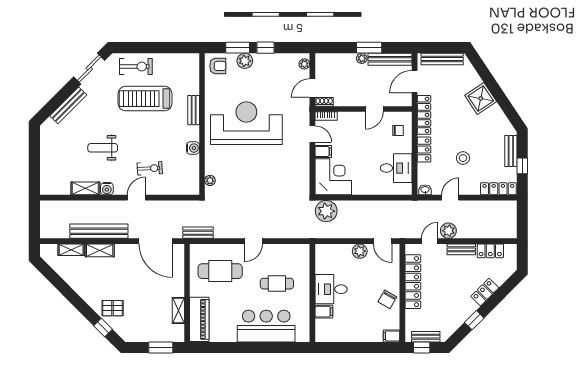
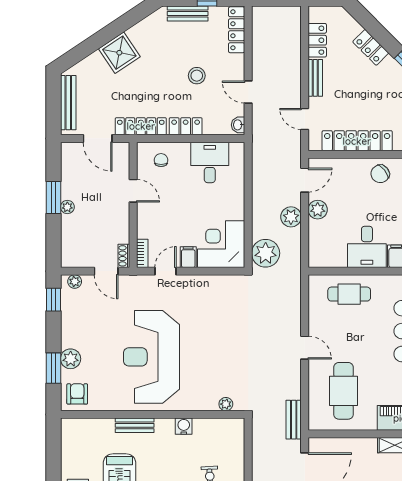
window: (266, 48) -> (53, 300), moved
bench: (390, 59) -> (68, 170), removed
plant: (448, 231) -> (291, 217), moved
cafe table: (277, 284) -> (349, 294), moved, turned 90
chair: (387, 299) -> (380, 174), turned 111

